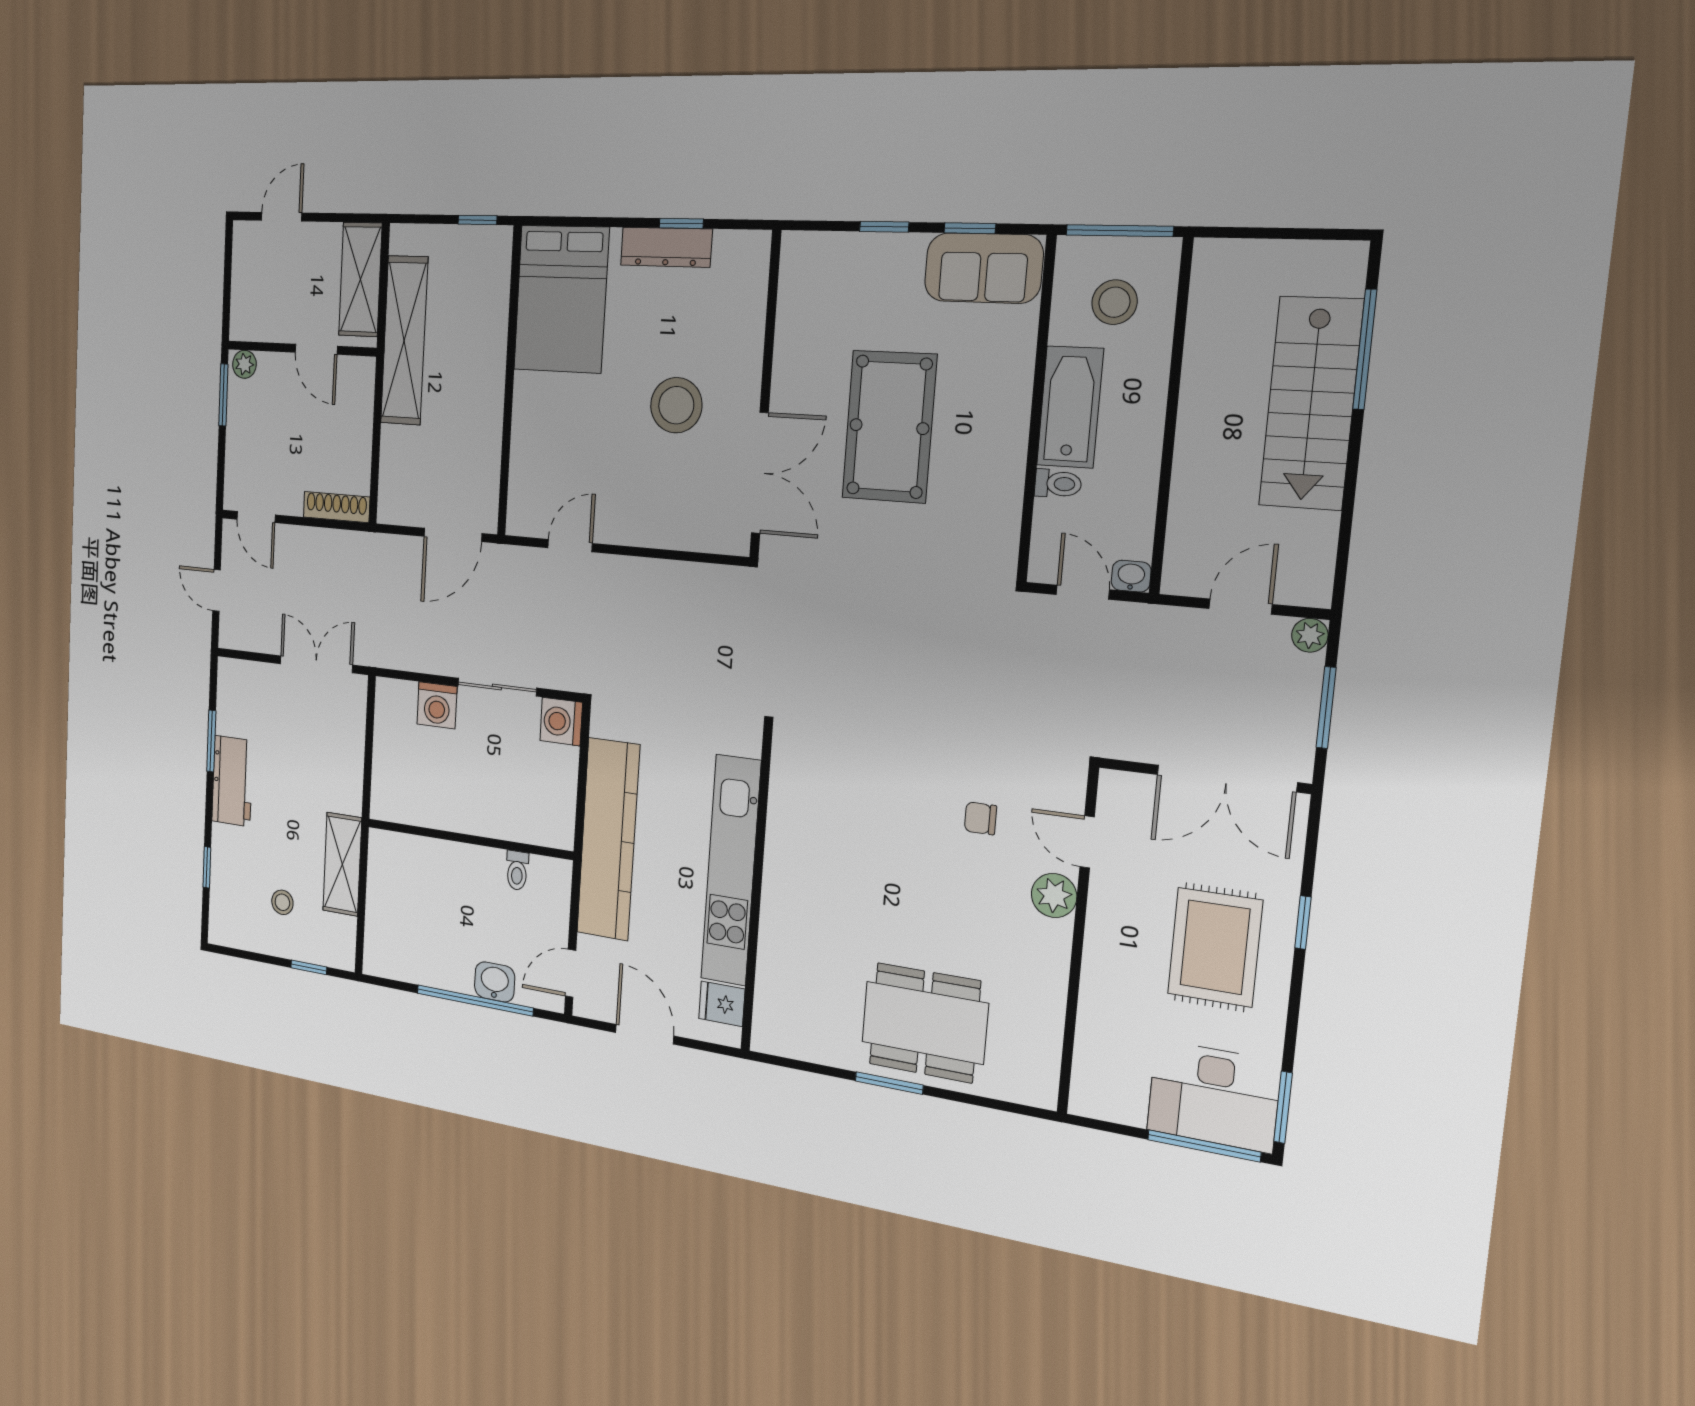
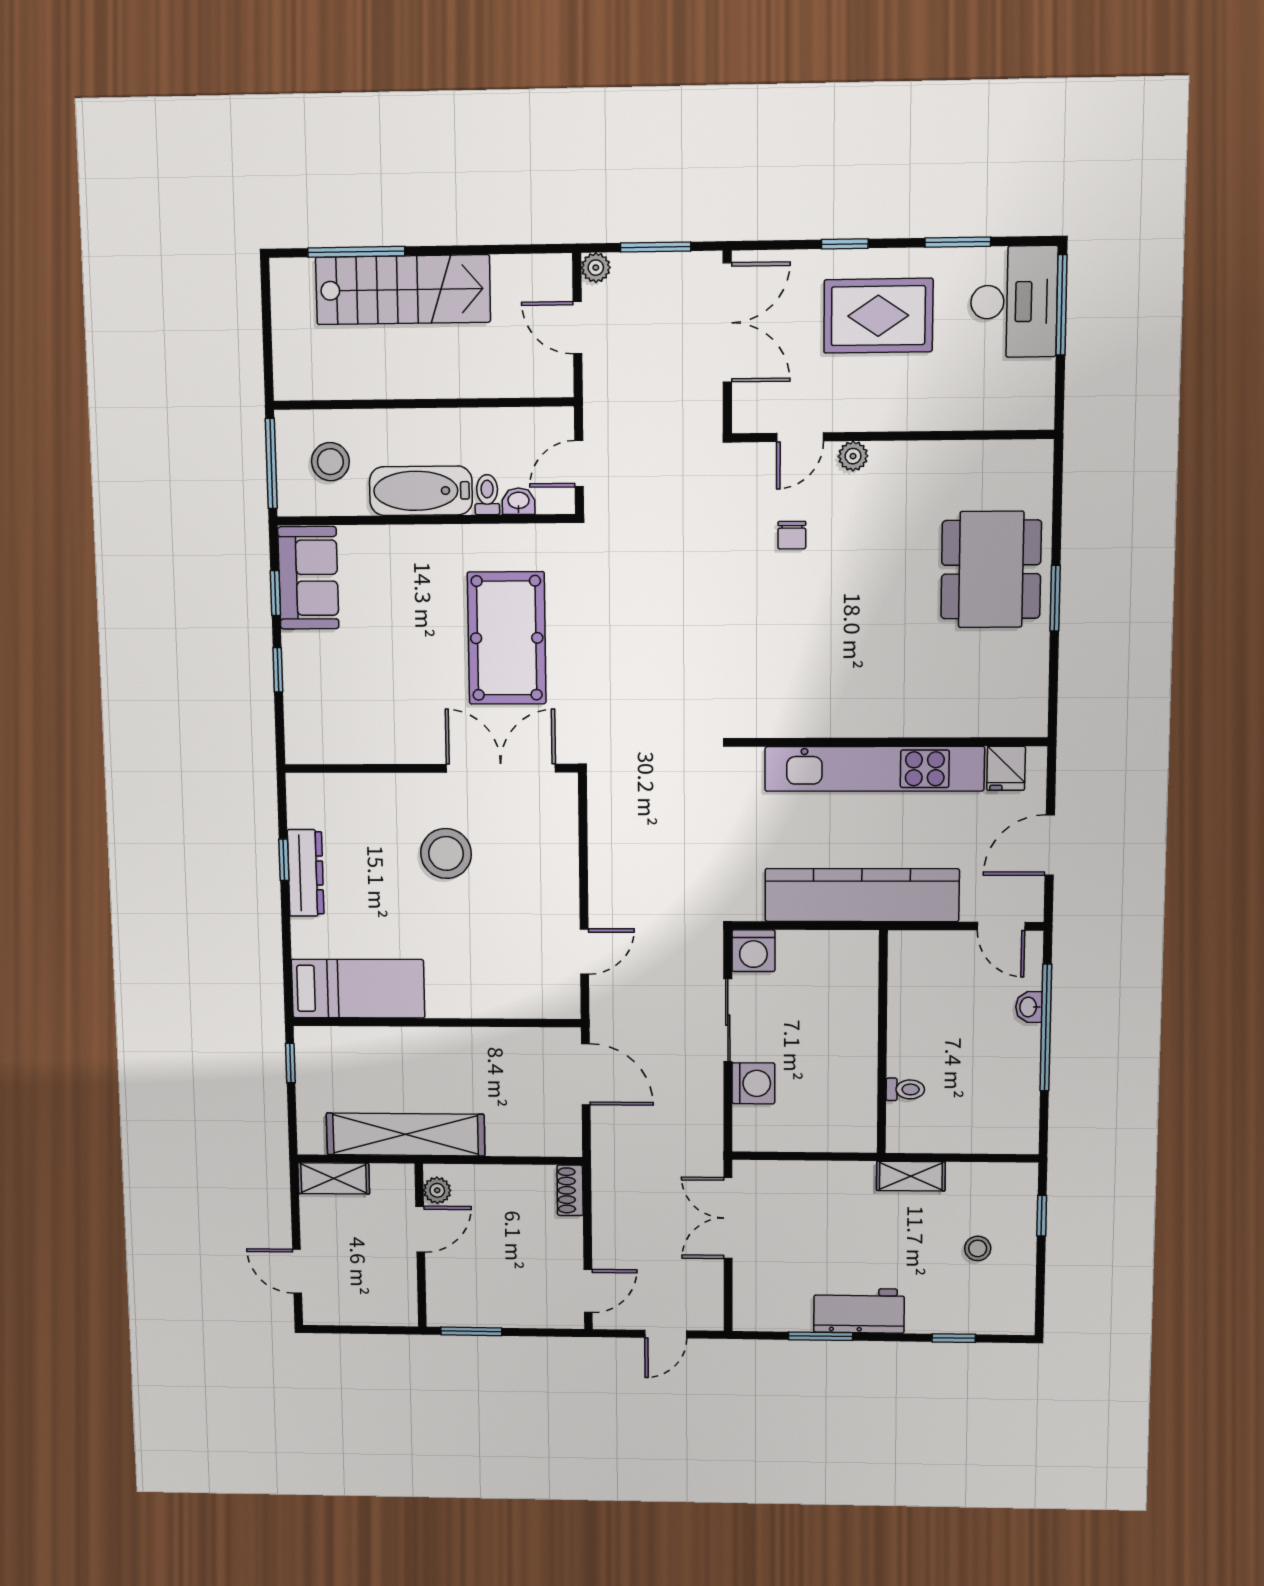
shelving: (360, 279) -> (334, 1178), width x0.67, depth x0.75
bed: (561, 299) -> (358, 989), width x0.67
plant: (244, 364) -> (437, 1190), moved
pool table: (889, 427) -> (507, 638), moved, turned 90
shoe rack: (337, 507) -> (570, 1190), width x0.70
door: (570, 546) -> (584, 951), swing flipped
washbasin: (1131, 576) -> (518, 501), moved, turned 90
shelving: (342, 864) -> (911, 1176), width x0.67, depth x0.75
toilet: (517, 871) -> (905, 1089), moved
plant: (1054, 895) -> (853, 456), width x0.73, depth x0.73
washbasin: (495, 982) -> (1029, 1007), width x0.72, depth x0.69
window: (1283, 1107) -> (958, 242), moved

